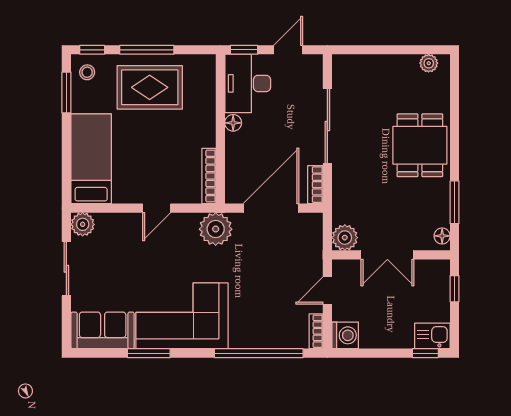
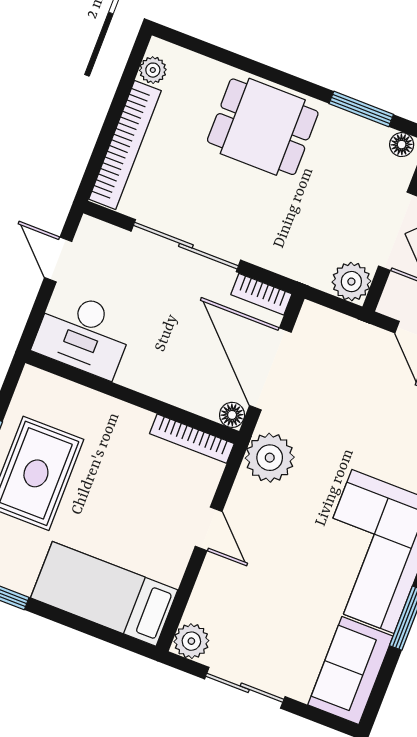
window: (244, 50) -> (34, 321), removed
bookcase: (375, 64) -> (125, 145), added
floor lamp: (233, 123) -> (232, 415), moved

